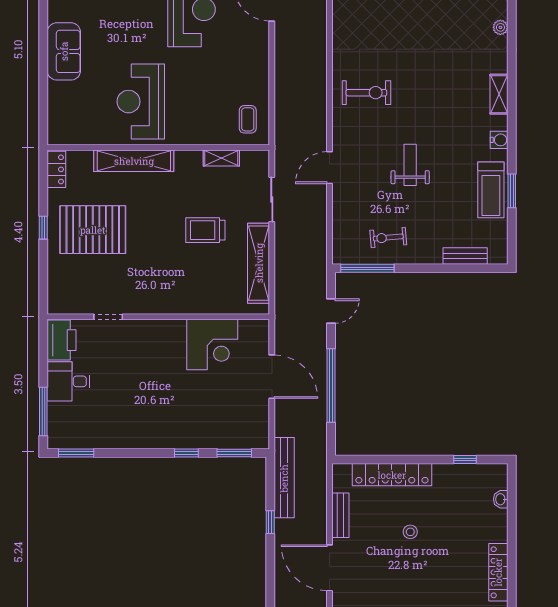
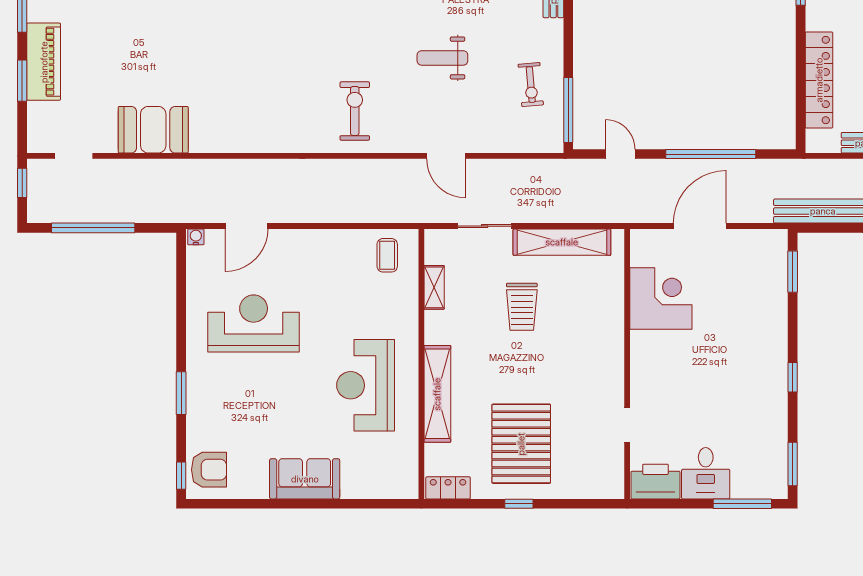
reception desk: (141, 102) -> (366, 385), turned 90
coffee table: (248, 119) -> (387, 255), turned 90
window: (186, 453) -> (793, 377), moved

